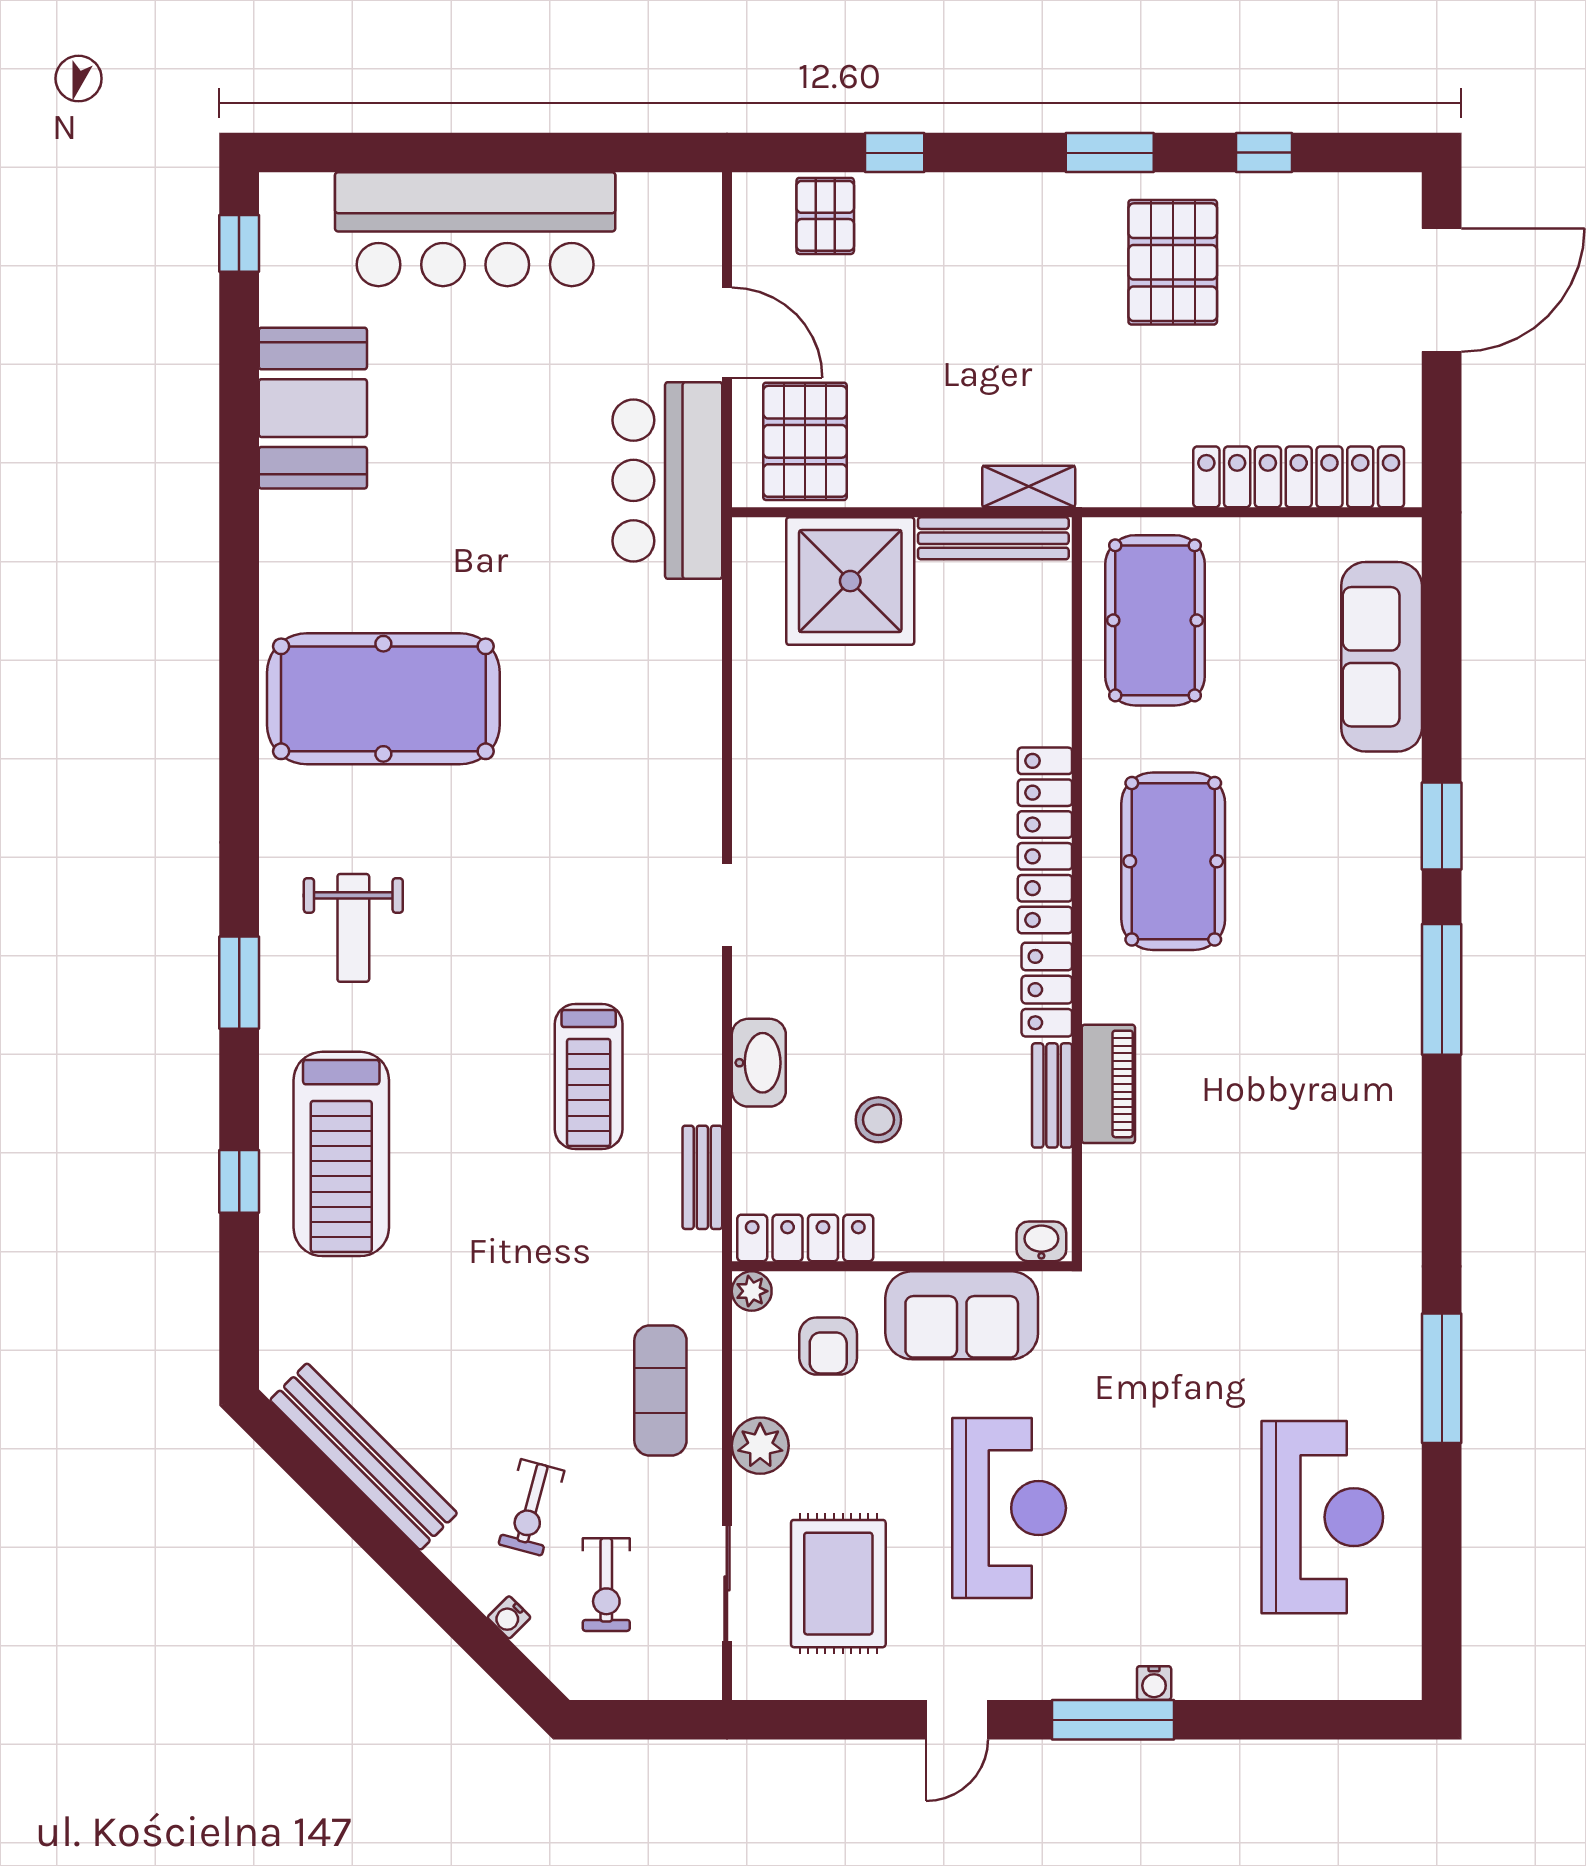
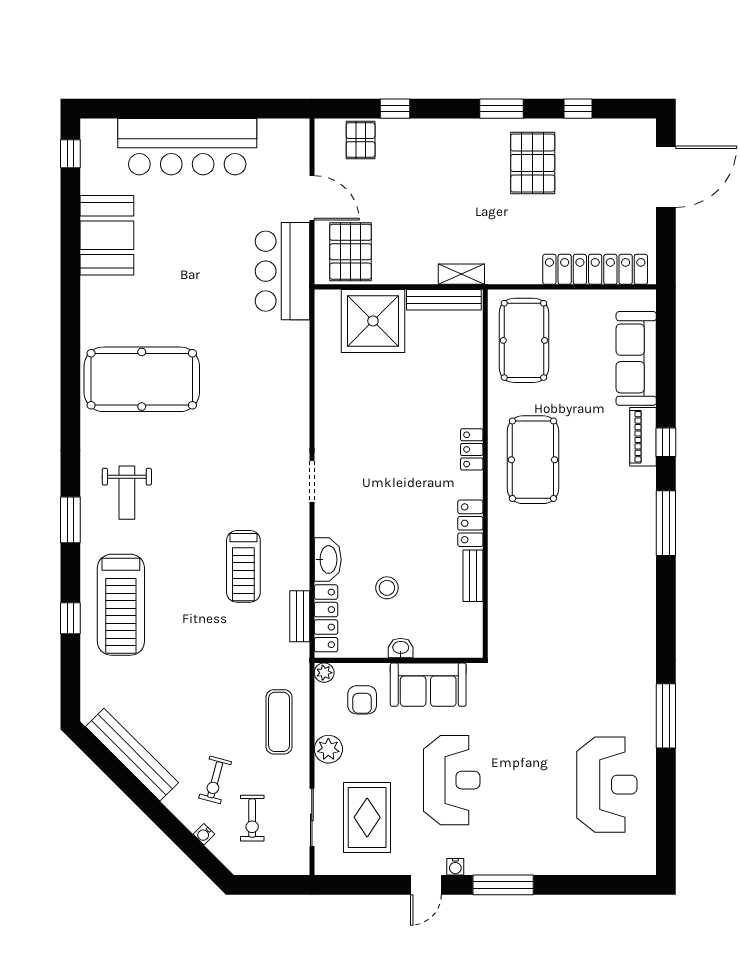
window: (1442, 826) -> (666, 442), width x0.67
locker: (1045, 840) -> (472, 449), width x0.46, depth x0.83
piano: (1108, 1084) -> (643, 437), moved, turned 180
locker: (805, 1238) -> (326, 618), moved, turned 90
washbasin: (1041, 1241) -> (401, 648), moved
water cooler: (1154, 1683) -> (455, 867), moved

